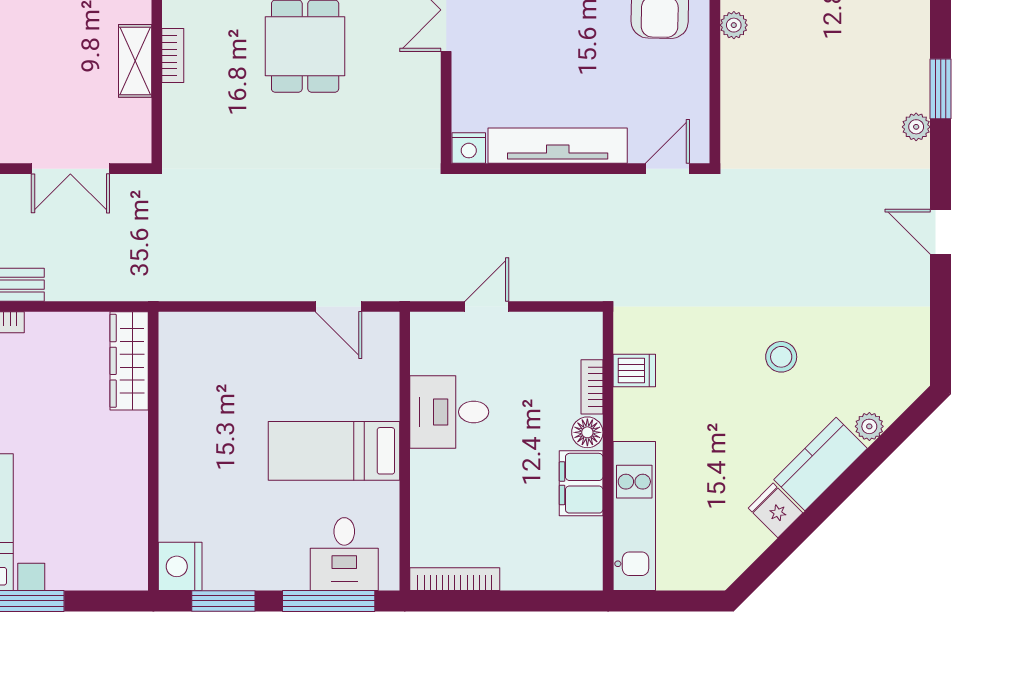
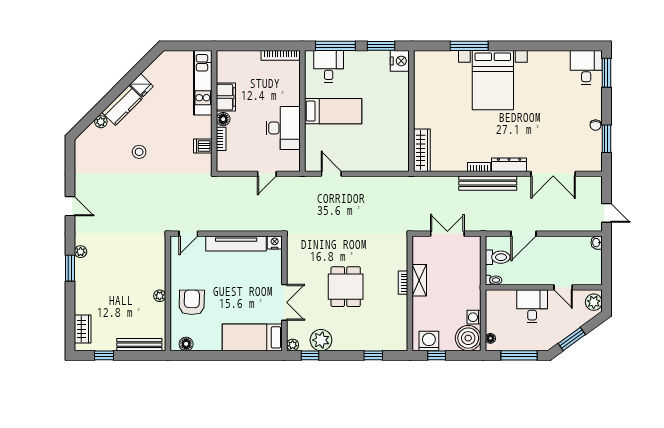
desk: (449, 412) -> (283, 128), width x1.37

